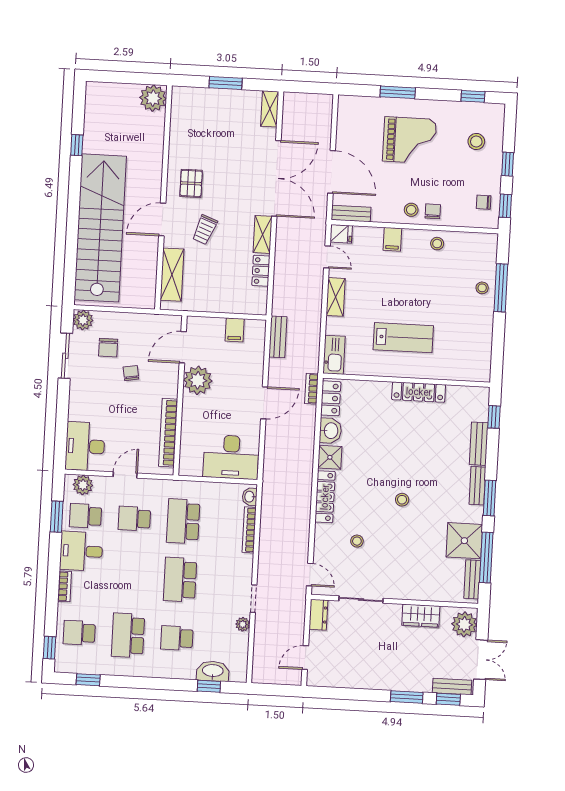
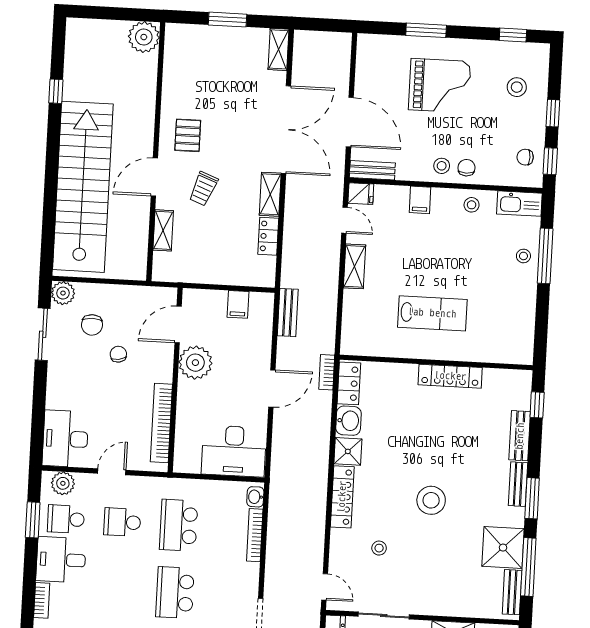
shelving: (172, 275) -> (163, 230), width x0.67, depth x0.75
kitchen sink: (334, 355) -> (519, 204), moved, turned 90
stool: (402, 500) -> (431, 500), width x1.89, depth x1.89

